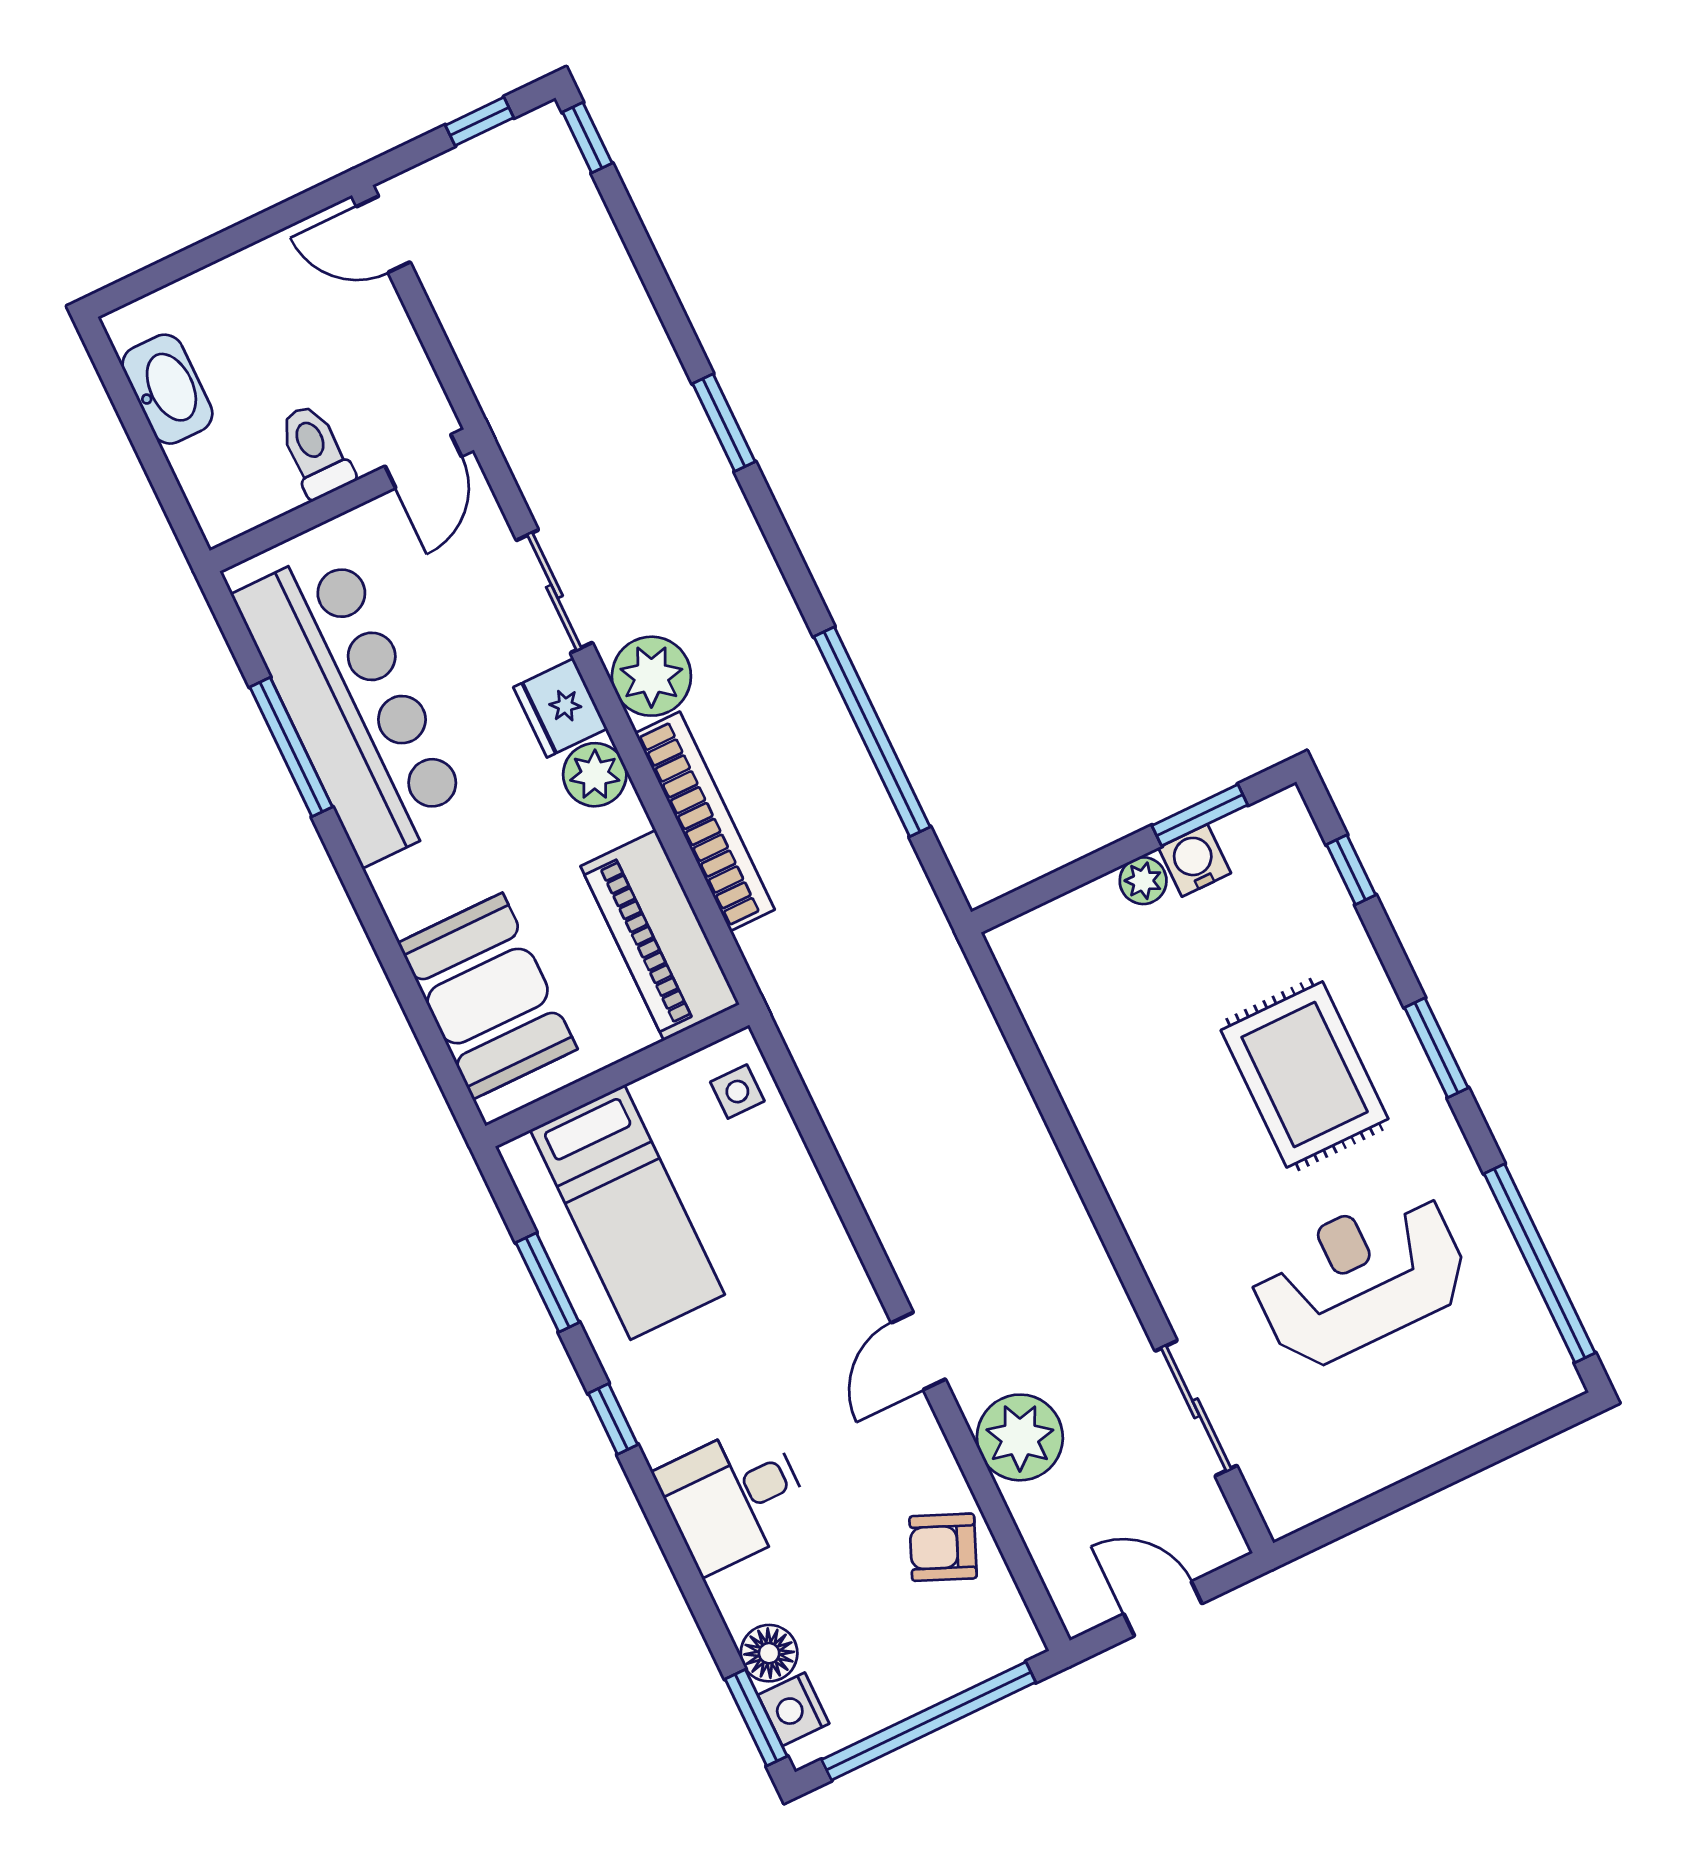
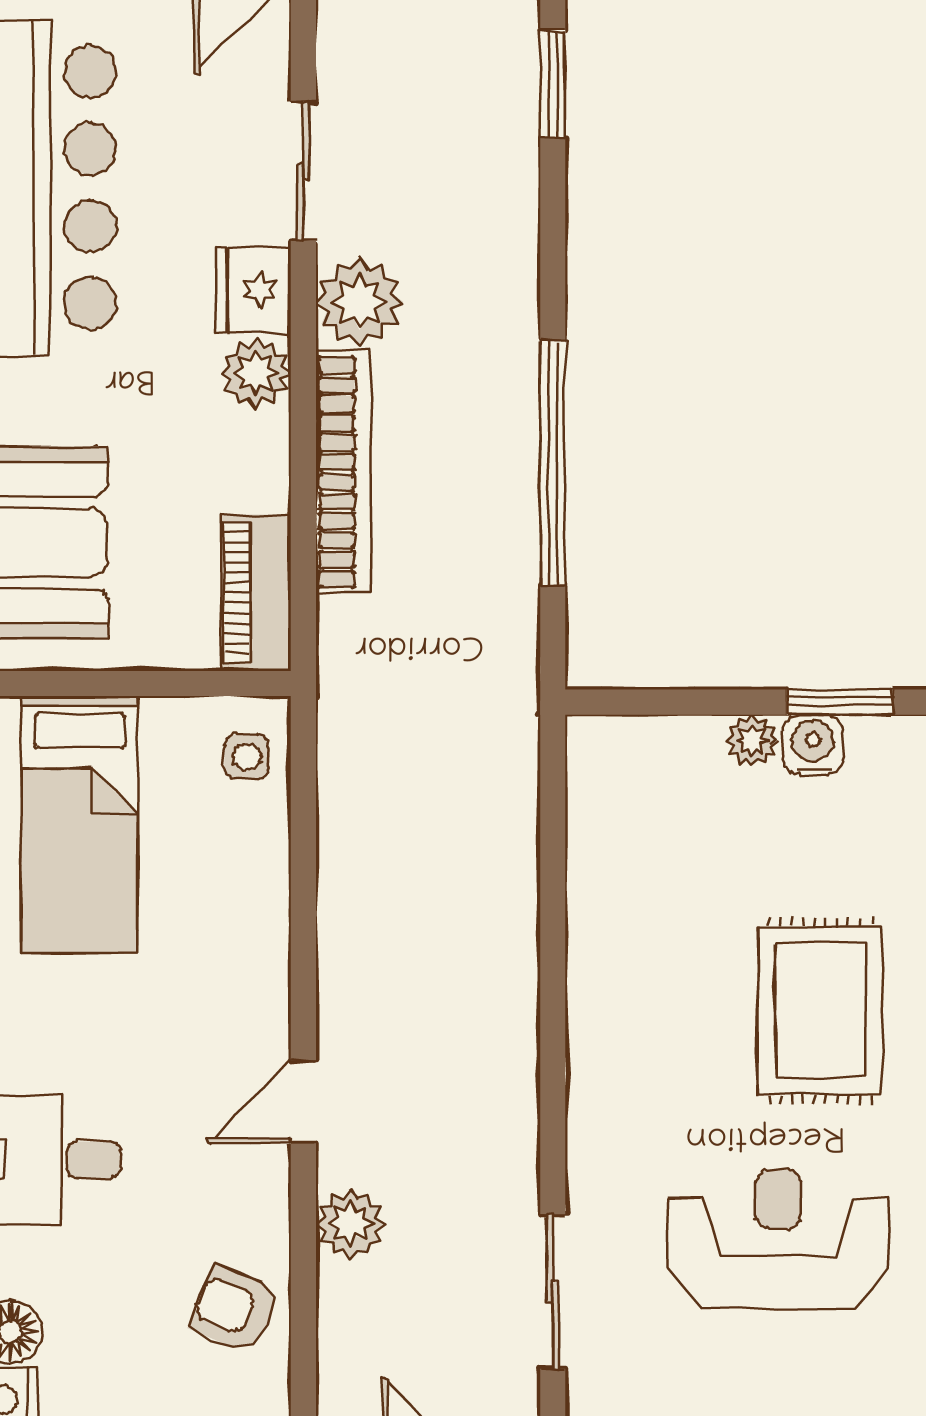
piano: (660, 935) -> (256, 593), width x0.73, depth x0.75
plant: (1020, 1437) -> (351, 1224), width x0.73, depth x0.73

